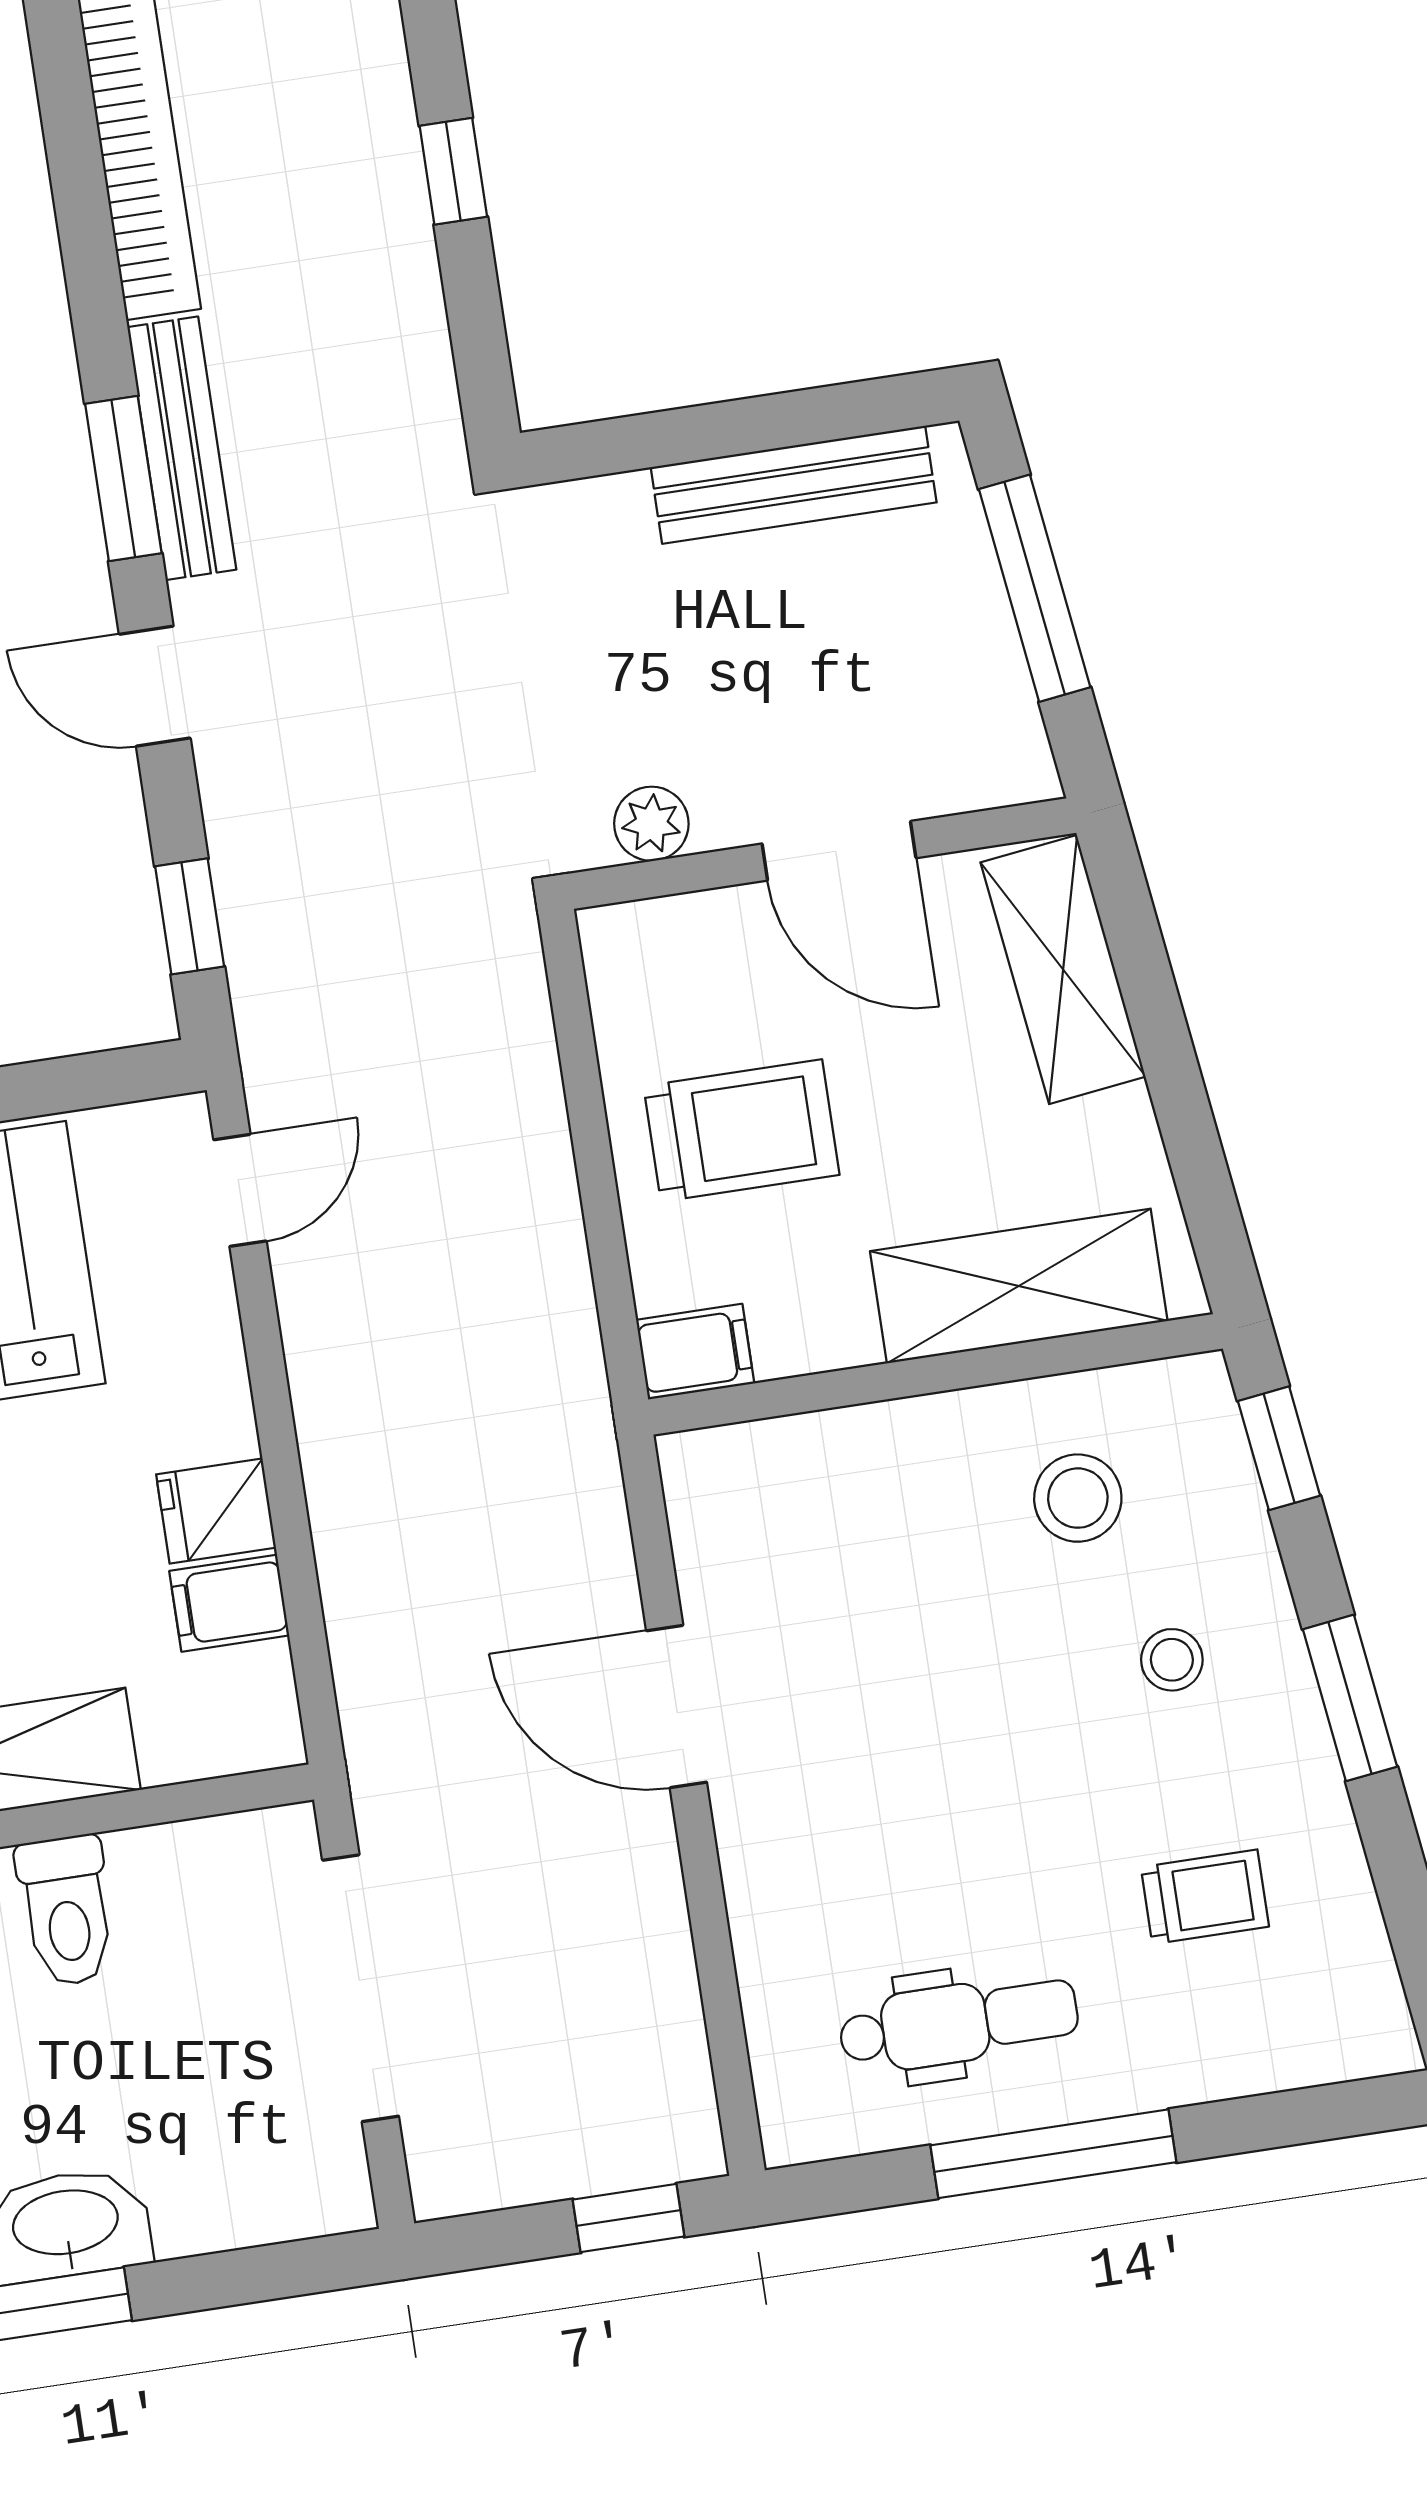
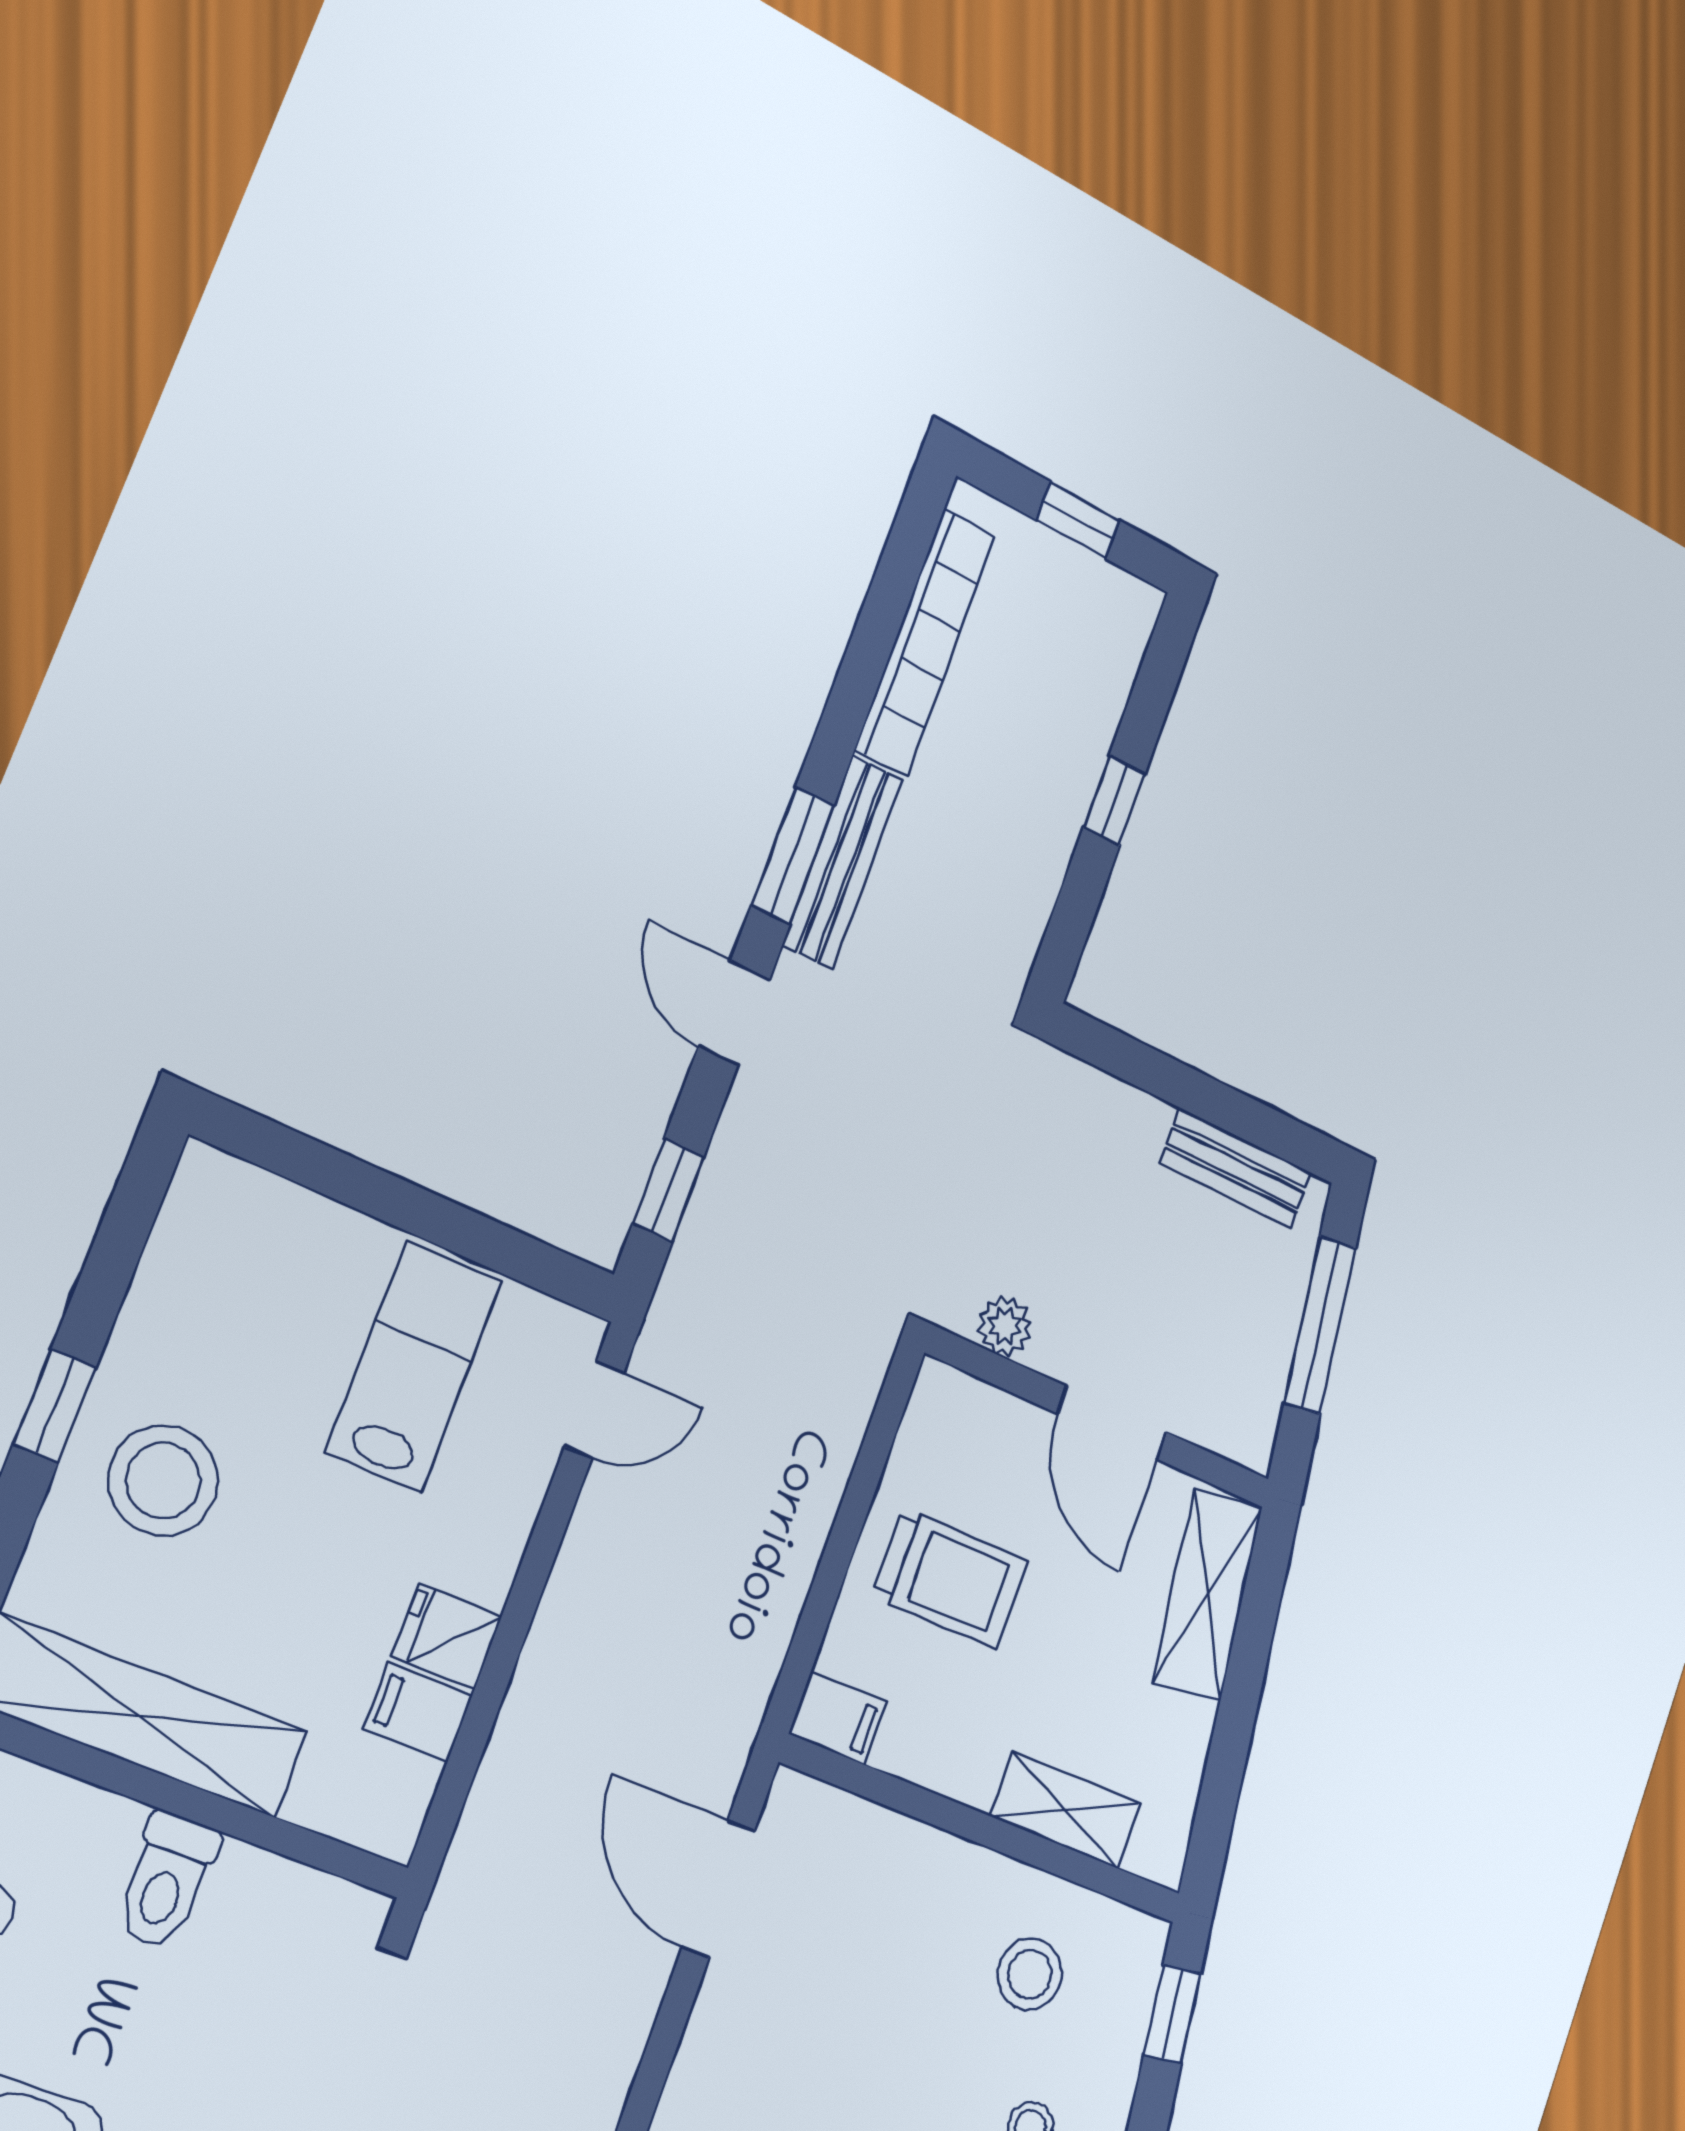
bench: (794, 485) -> (1236, 1168), width x0.73
shelving: (1019, 1286) -> (1065, 1810), width x0.67, depth x0.75
door: (676, 1706) -> (718, 1889), moved

